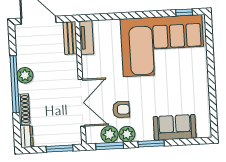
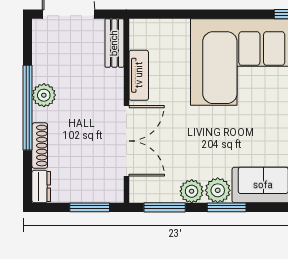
tv unit: (86, 38) -> (139, 75), moved
armchair: (121, 110) -> (185, 154), removed
plant: (109, 134) -> (218, 190), moved

